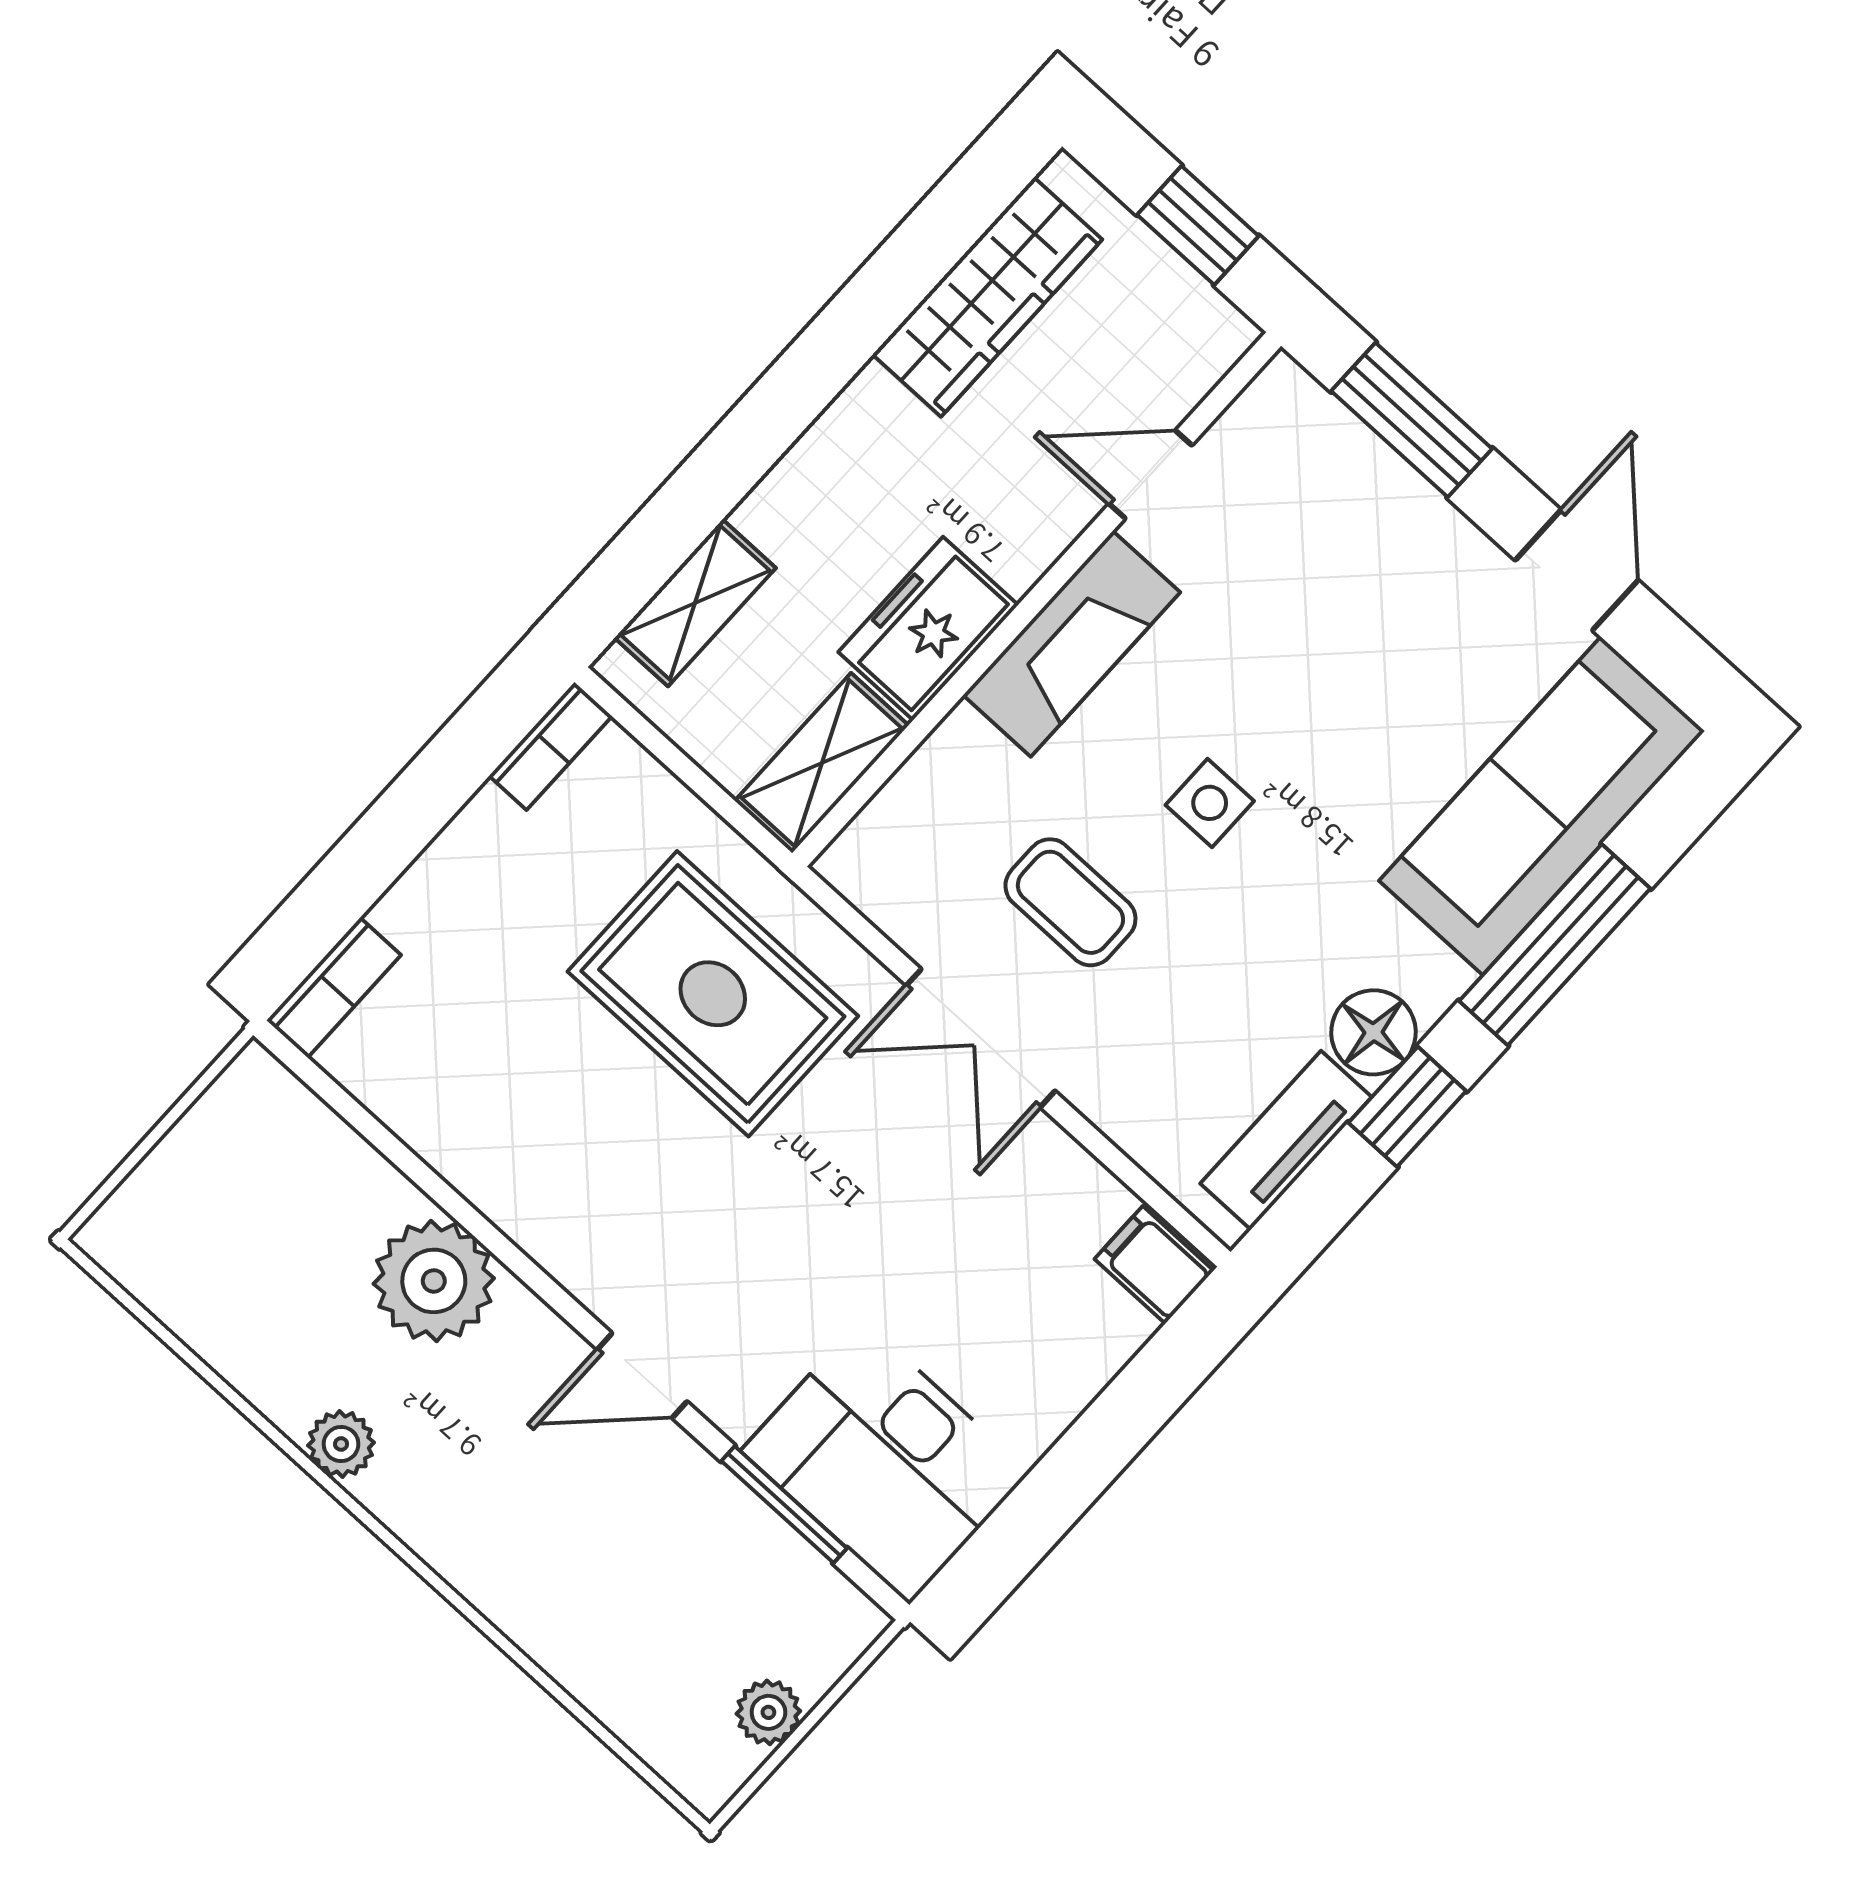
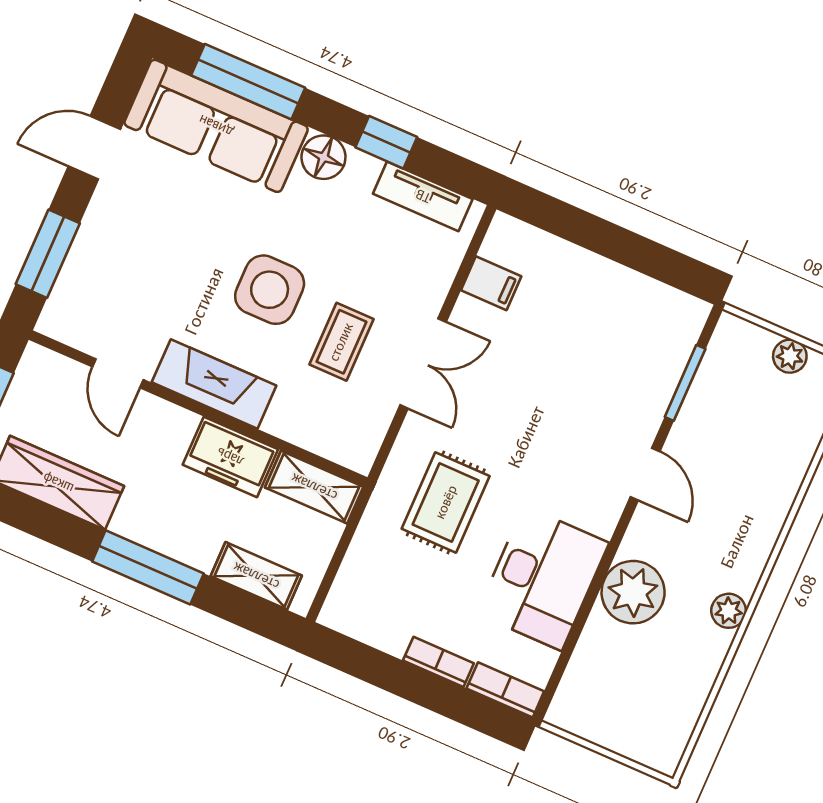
window: (777, 410) -> (148, 567), added
bookcase: (550, 746) -> (438, 662), moved
side table: (1210, 803) -> (270, 290), width x1.87, depth x1.87
window: (1555, 945) -> (248, 82), moved
rug: (713, 994) -> (446, 502), width x0.73, depth x0.70
floor lamp: (1373, 1032) -> (323, 157), moved
filing cabinet: (1154, 1265) -> (491, 283), moved, turned -90
desk: (885, 1462) -> (543, 578), moved

